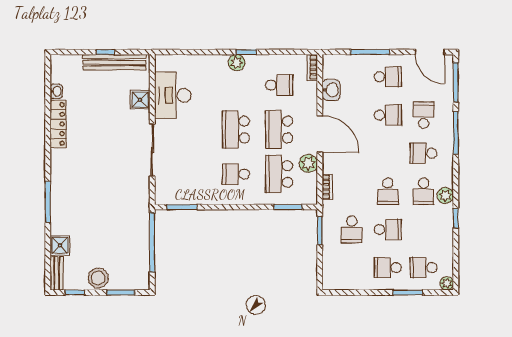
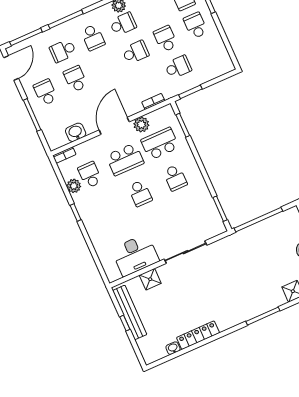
plant: (237, 63) -> (74, 186), moved
school desk: (236, 130) -> (140, 193), width x0.54
school desk: (279, 174) -> (160, 144), turned 180
school desk: (388, 268) -> (196, 25), turned 180

